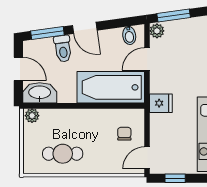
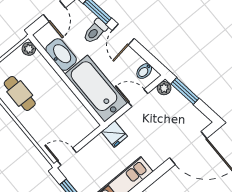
washbasin: (40, 93) -> (61, 55), moved
chair: (124, 134) -> (71, 126), removed

